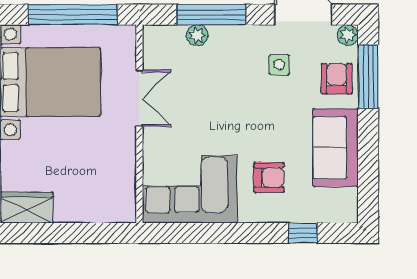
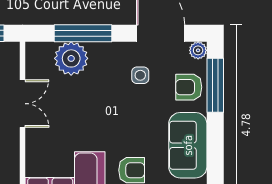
plant: (197, 35) -> (71, 58), width x1.87, depth x1.87
armchair: (337, 79) -> (189, 87), turned -90

